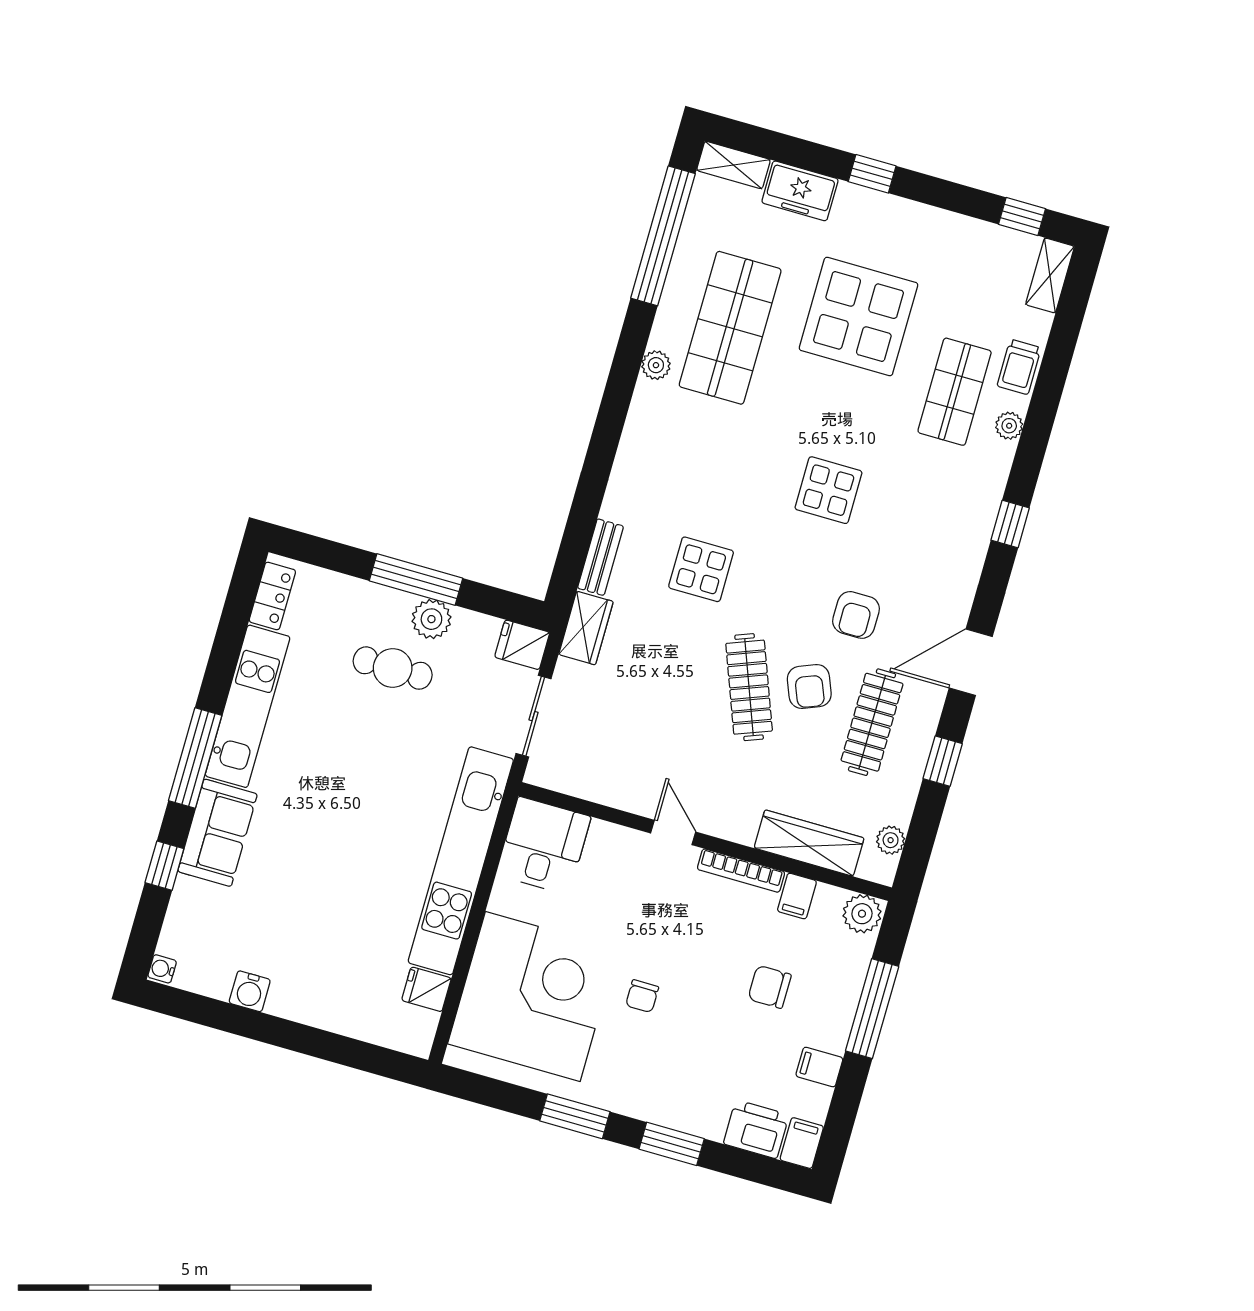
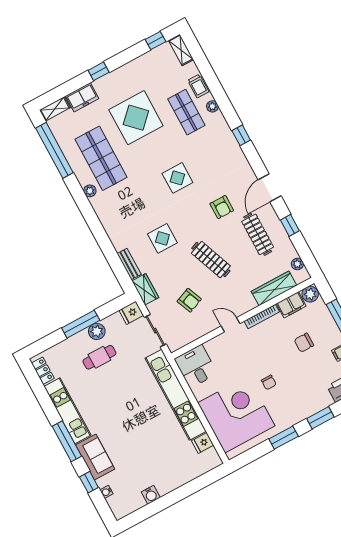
armchair: (809, 686) -> (189, 300), moved
filing cabinet: (797, 896) -> (291, 305), width x2.00
water cooler: (162, 969) -> (106, 492), moved

